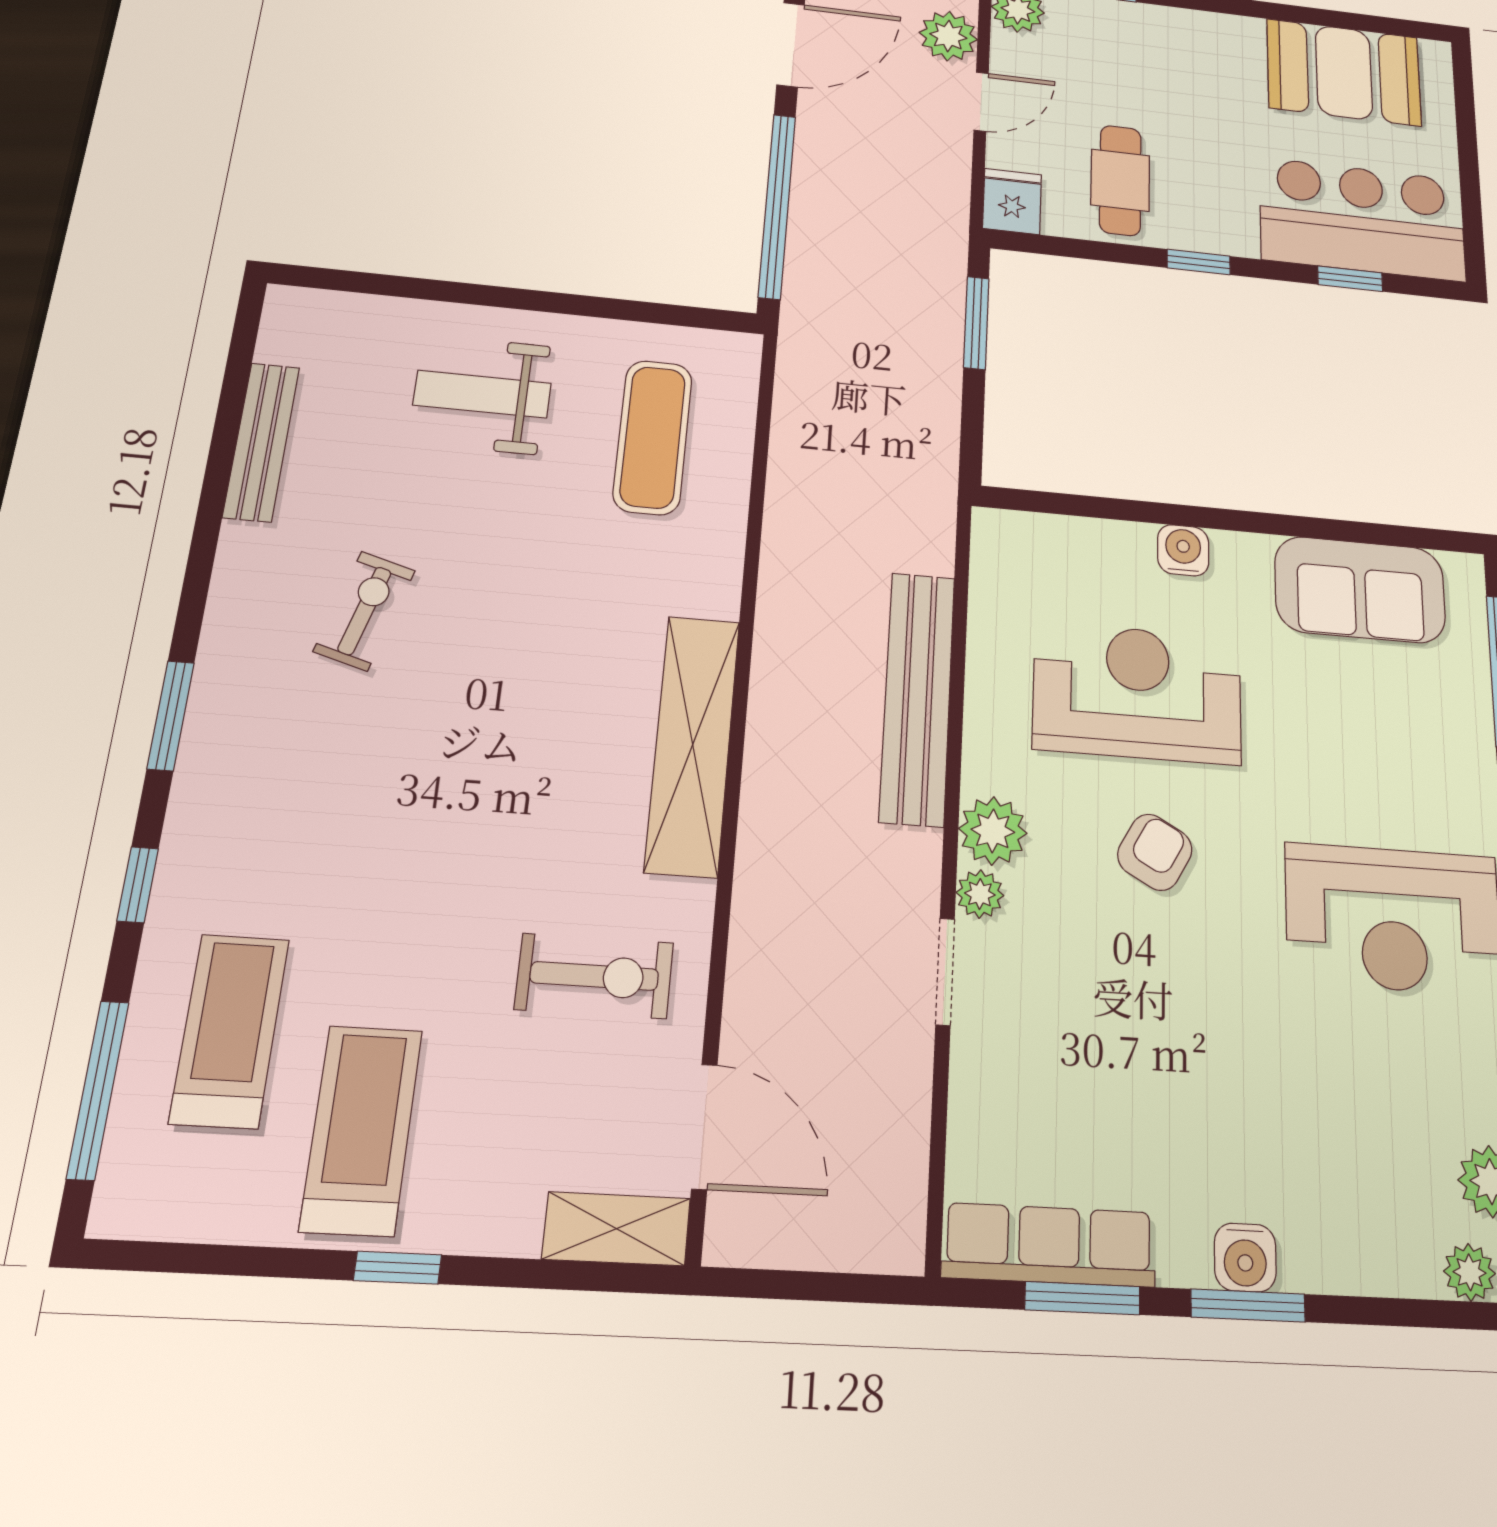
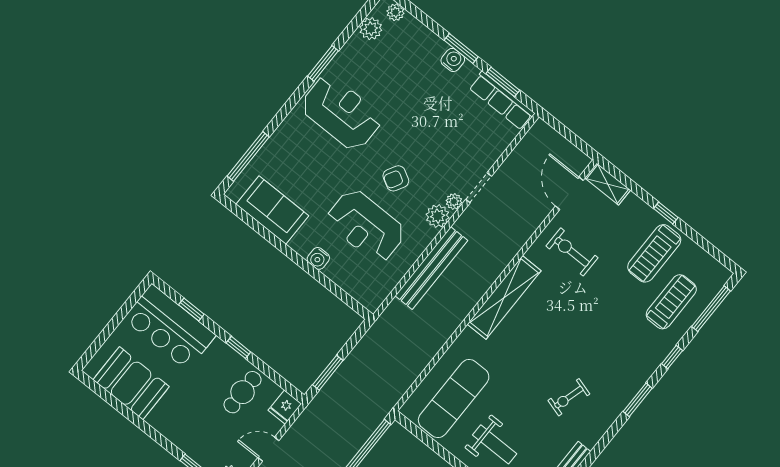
exercise mat: (653, 437) -> (454, 399), width x1.36, depth x1.45
treadmill: (230, 1030) -> (671, 302), turned 180

